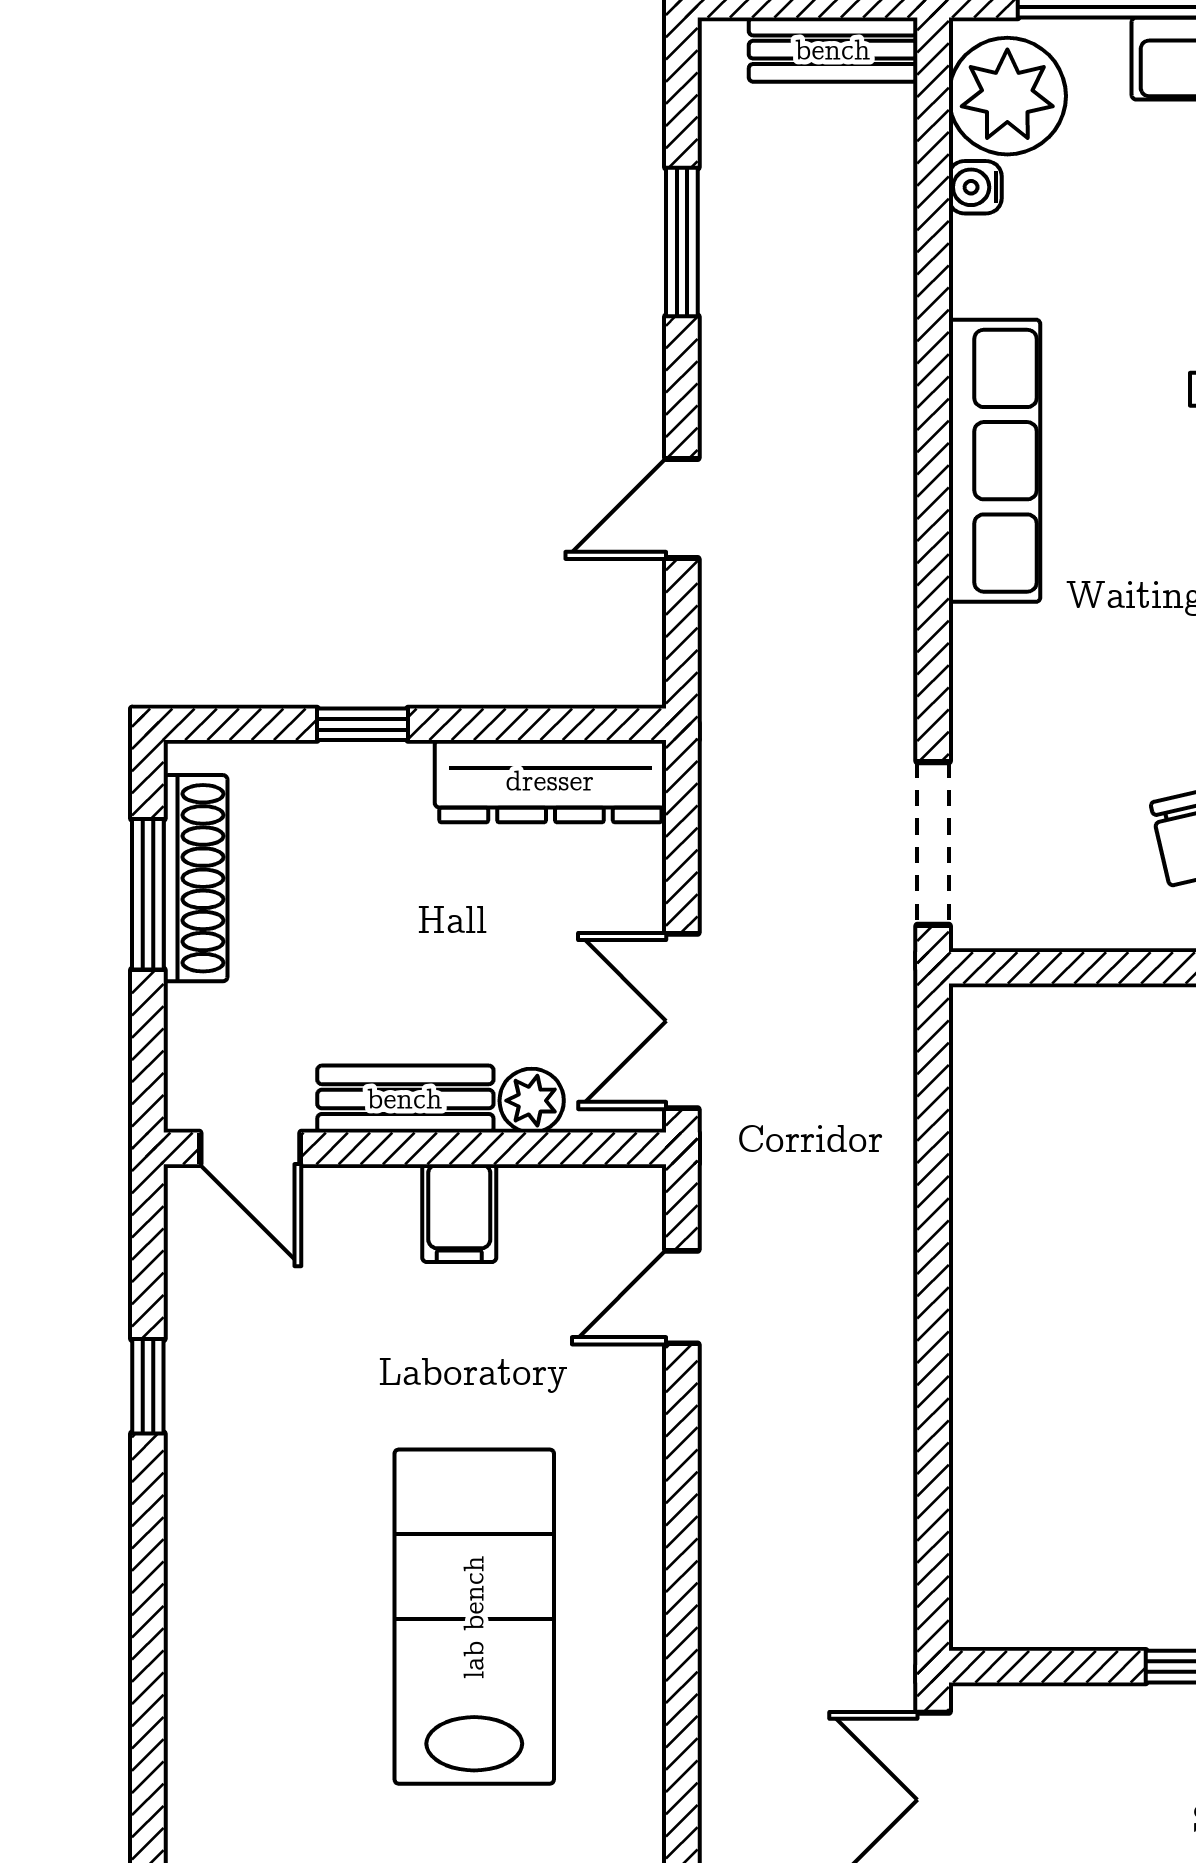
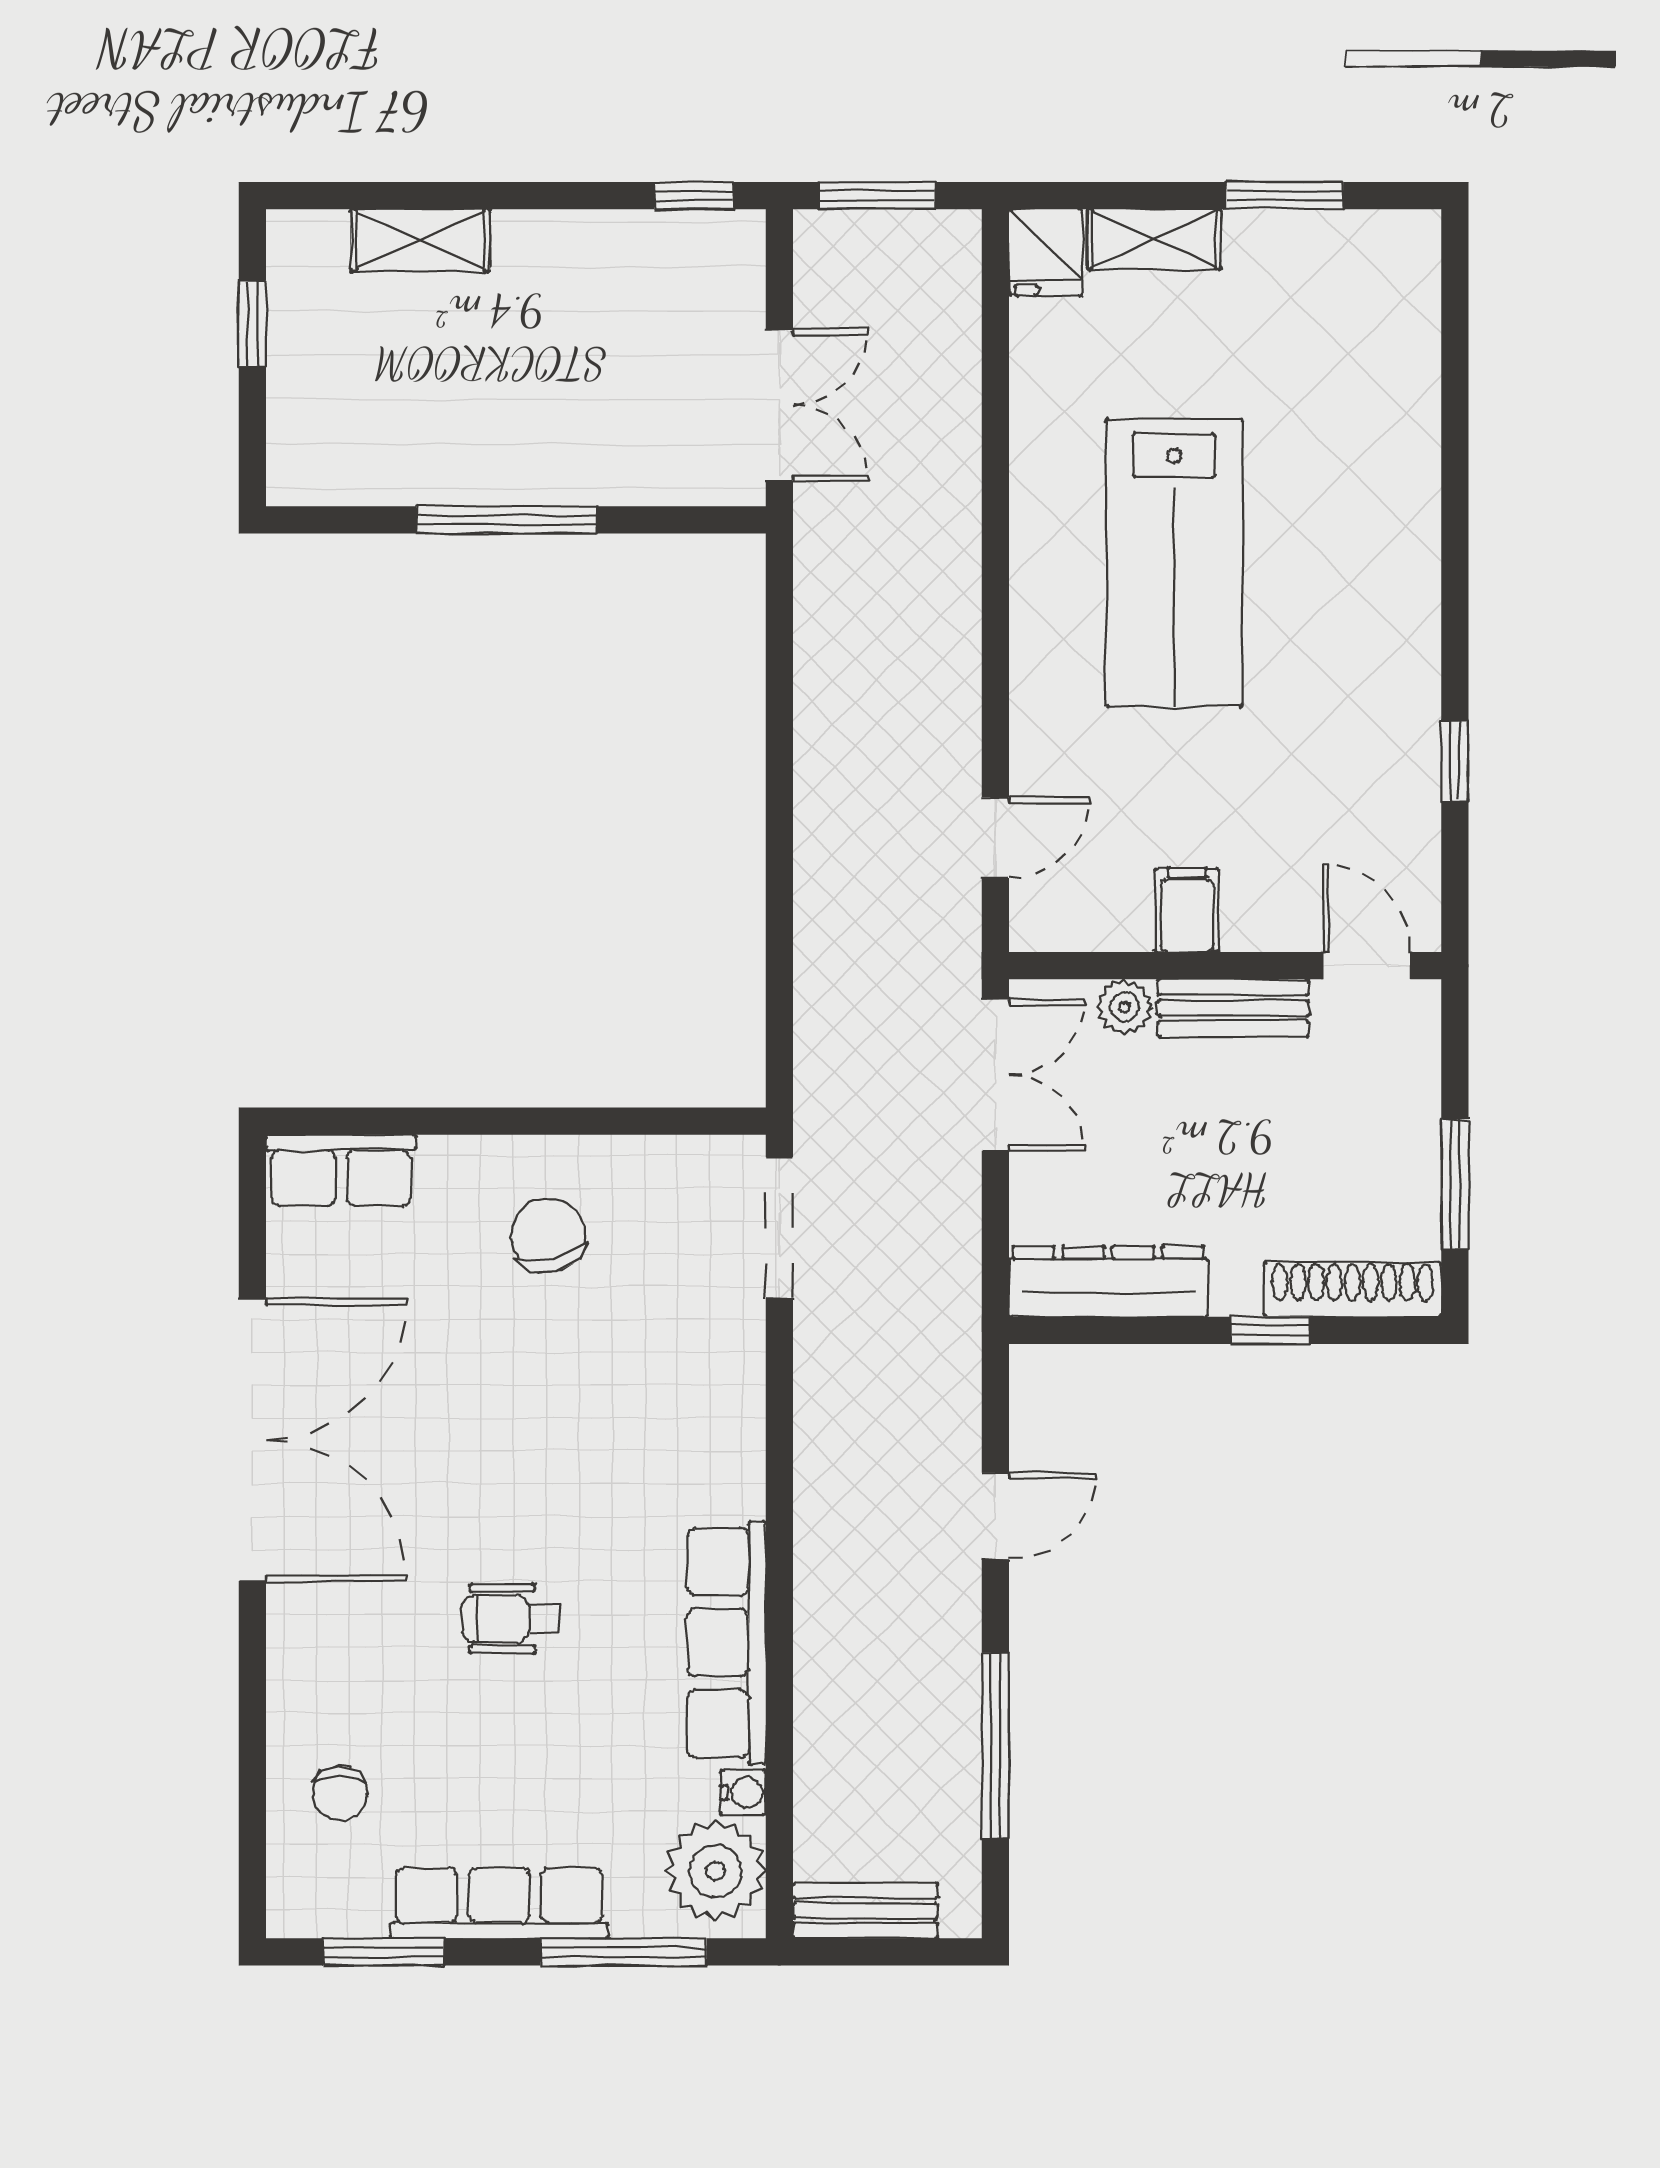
window: (682, 242) -> (995, 1745), width x1.44
row of seats: (995, 461) -> (726, 1643), moved
shoe rack: (195, 878) -> (1352, 1290), moved, turned 90

